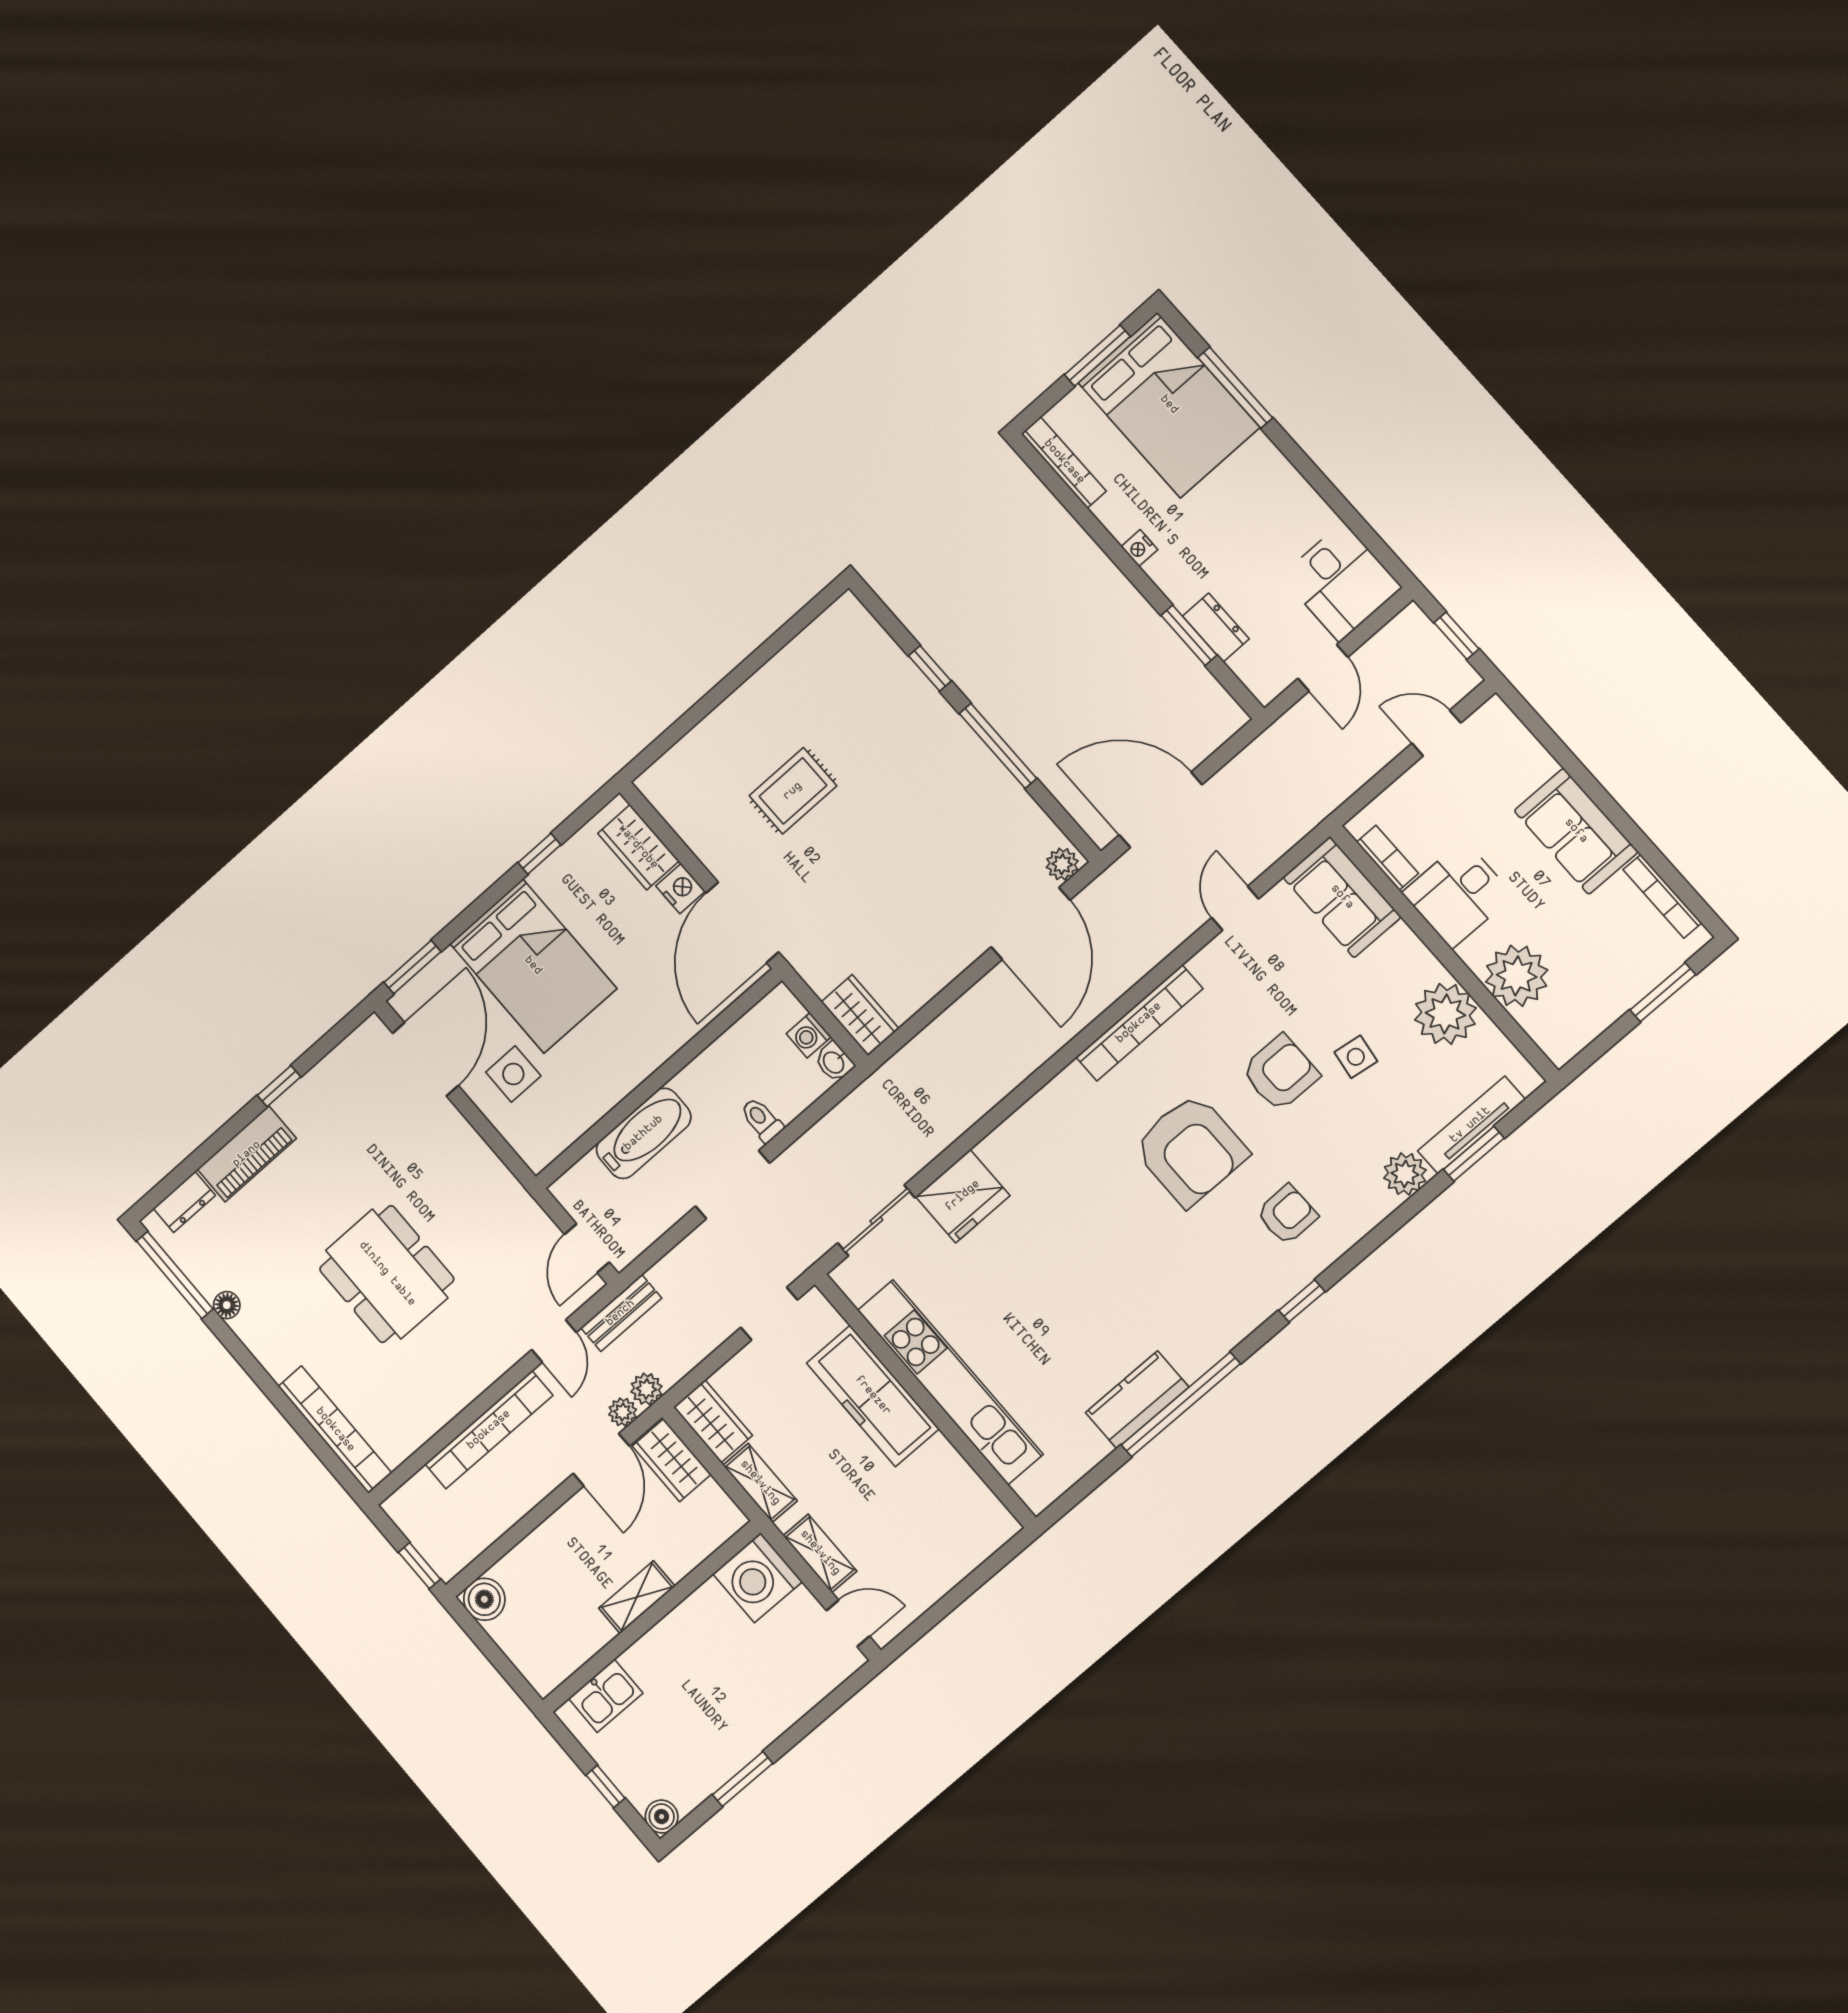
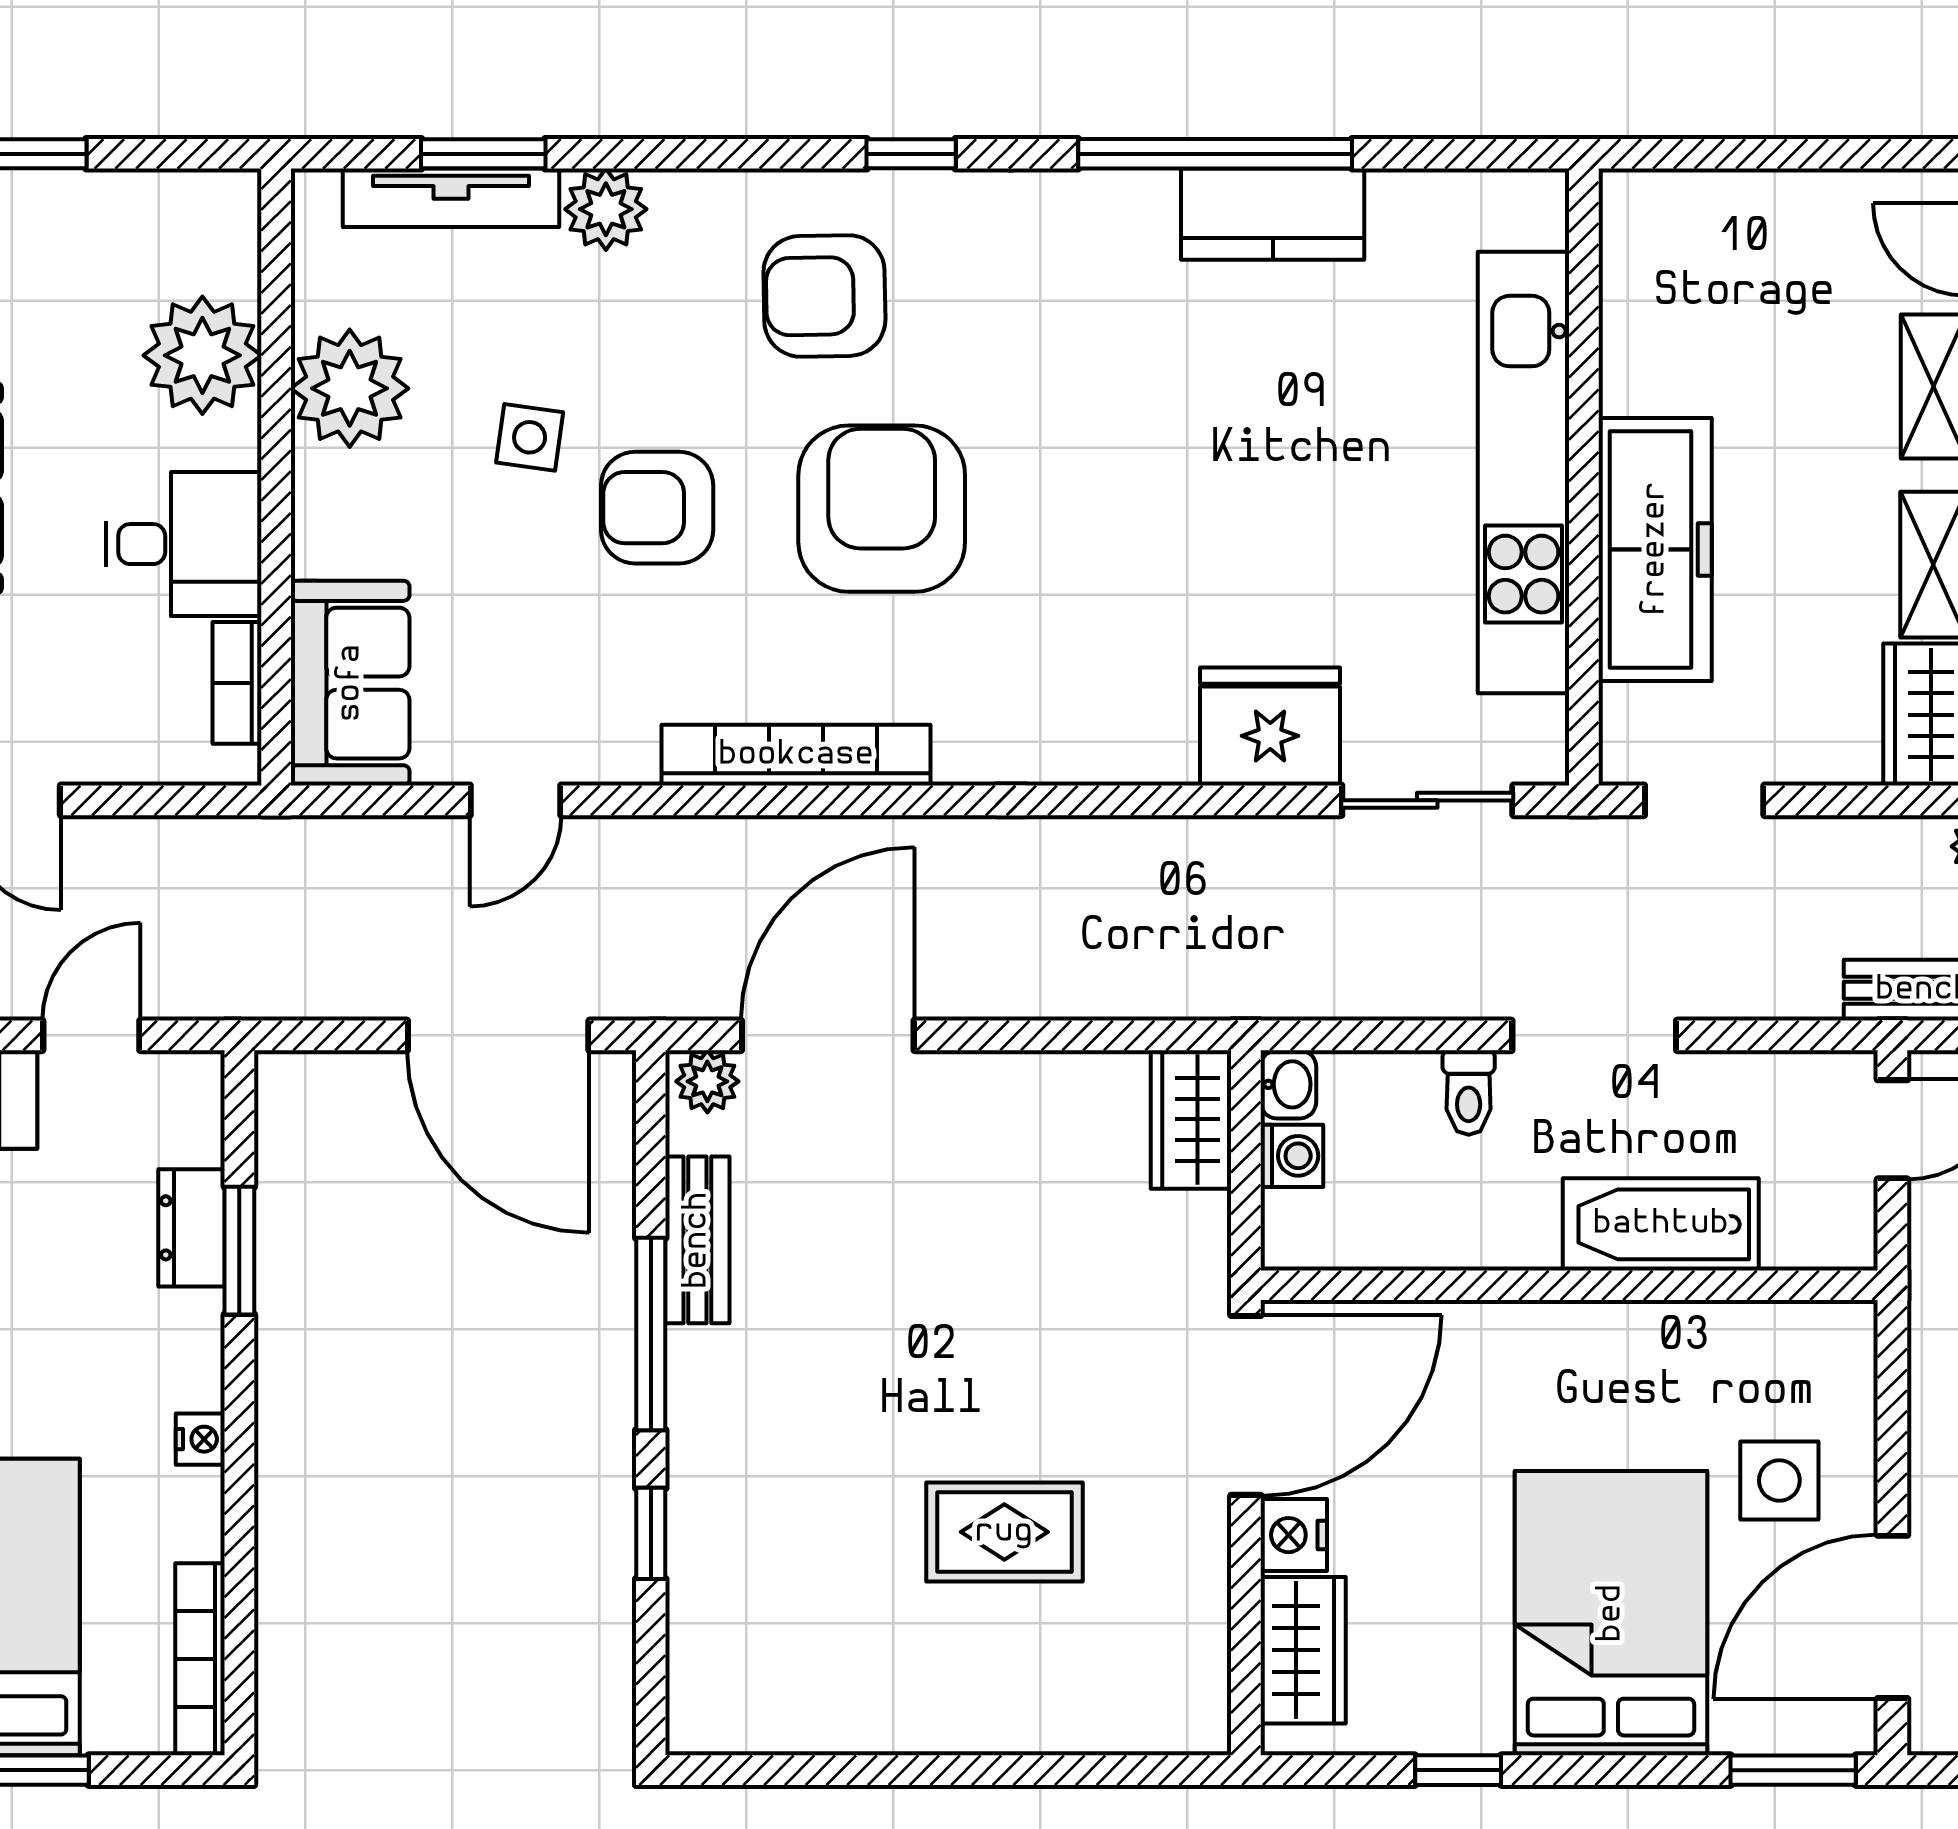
bench: (1012, 799) -> (697, 1240), added
armchair: (1287, 1215) -> (824, 296), width x1.38, depth x1.38

